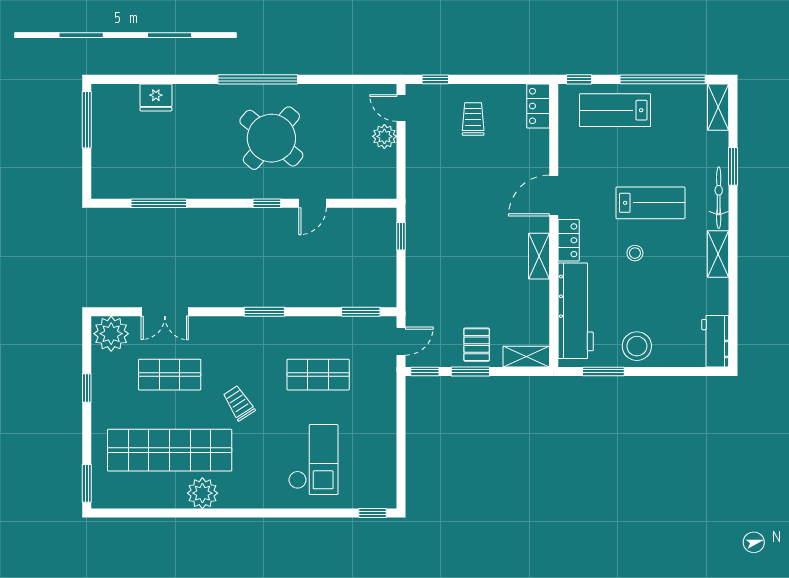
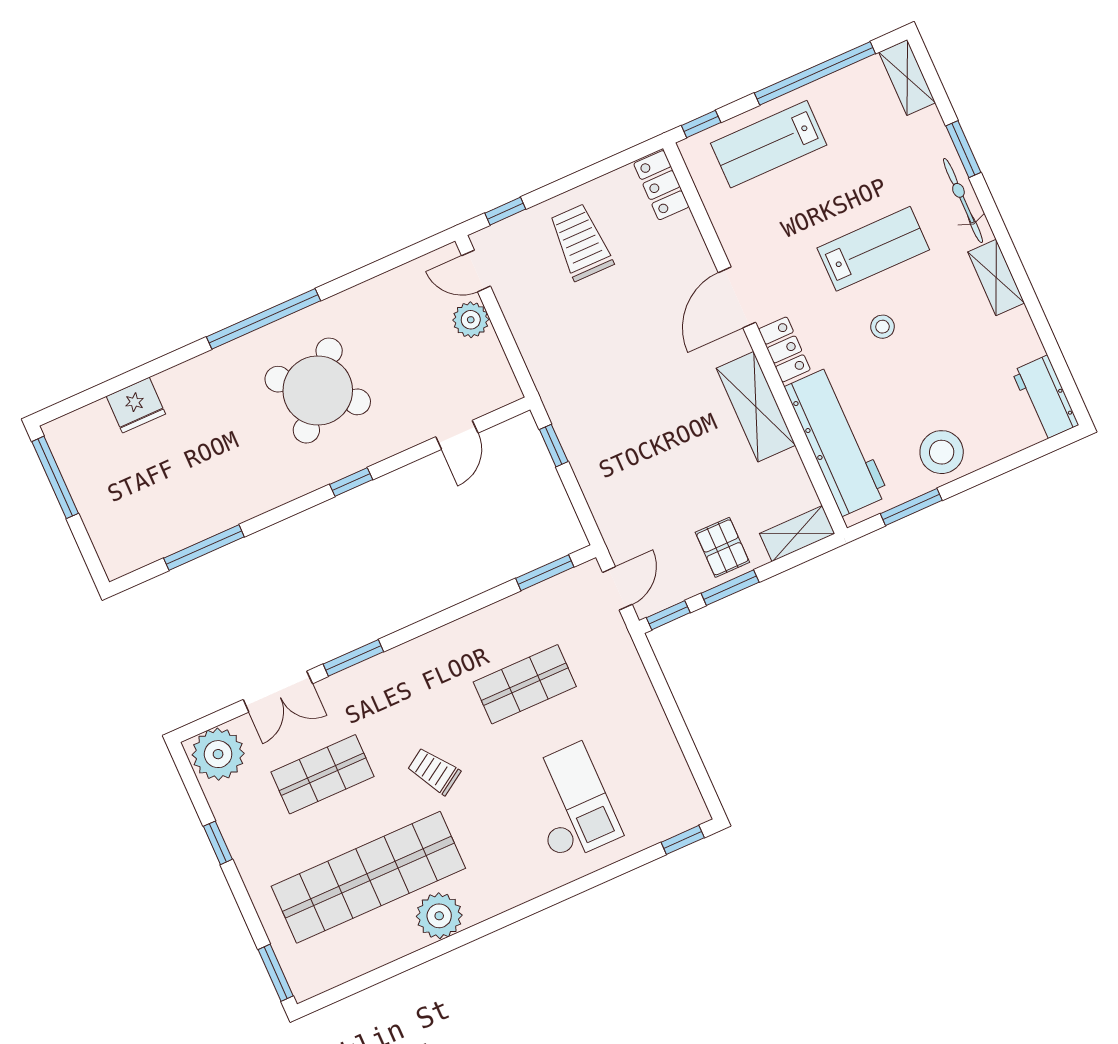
trolley: (473, 119) -> (581, 242), width x1.36, depth x1.39
door: (313, 203) -> (457, 435), moved
shelving: (539, 256) -> (756, 407), width x1.50, depth x1.33
window: (264, 312) -> (353, 658), moved

